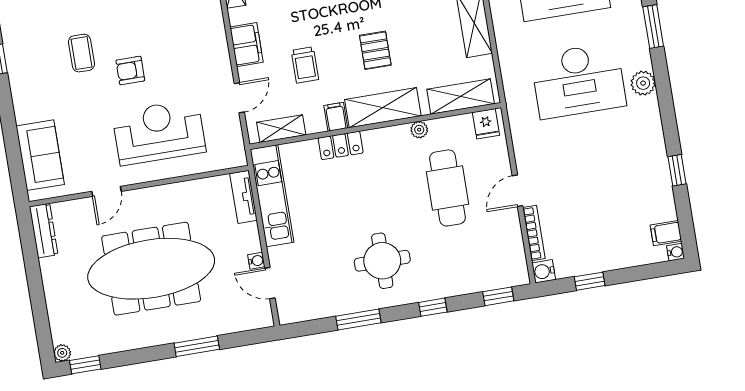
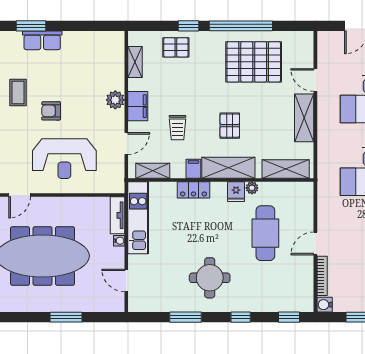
plant: (215, 41) -> (115, 100), added
fridge: (486, 124) -> (236, 192), moved
reception desk: (159, 132) -> (64, 159), turned 180
water cooler: (256, 261) -> (119, 241), moved

